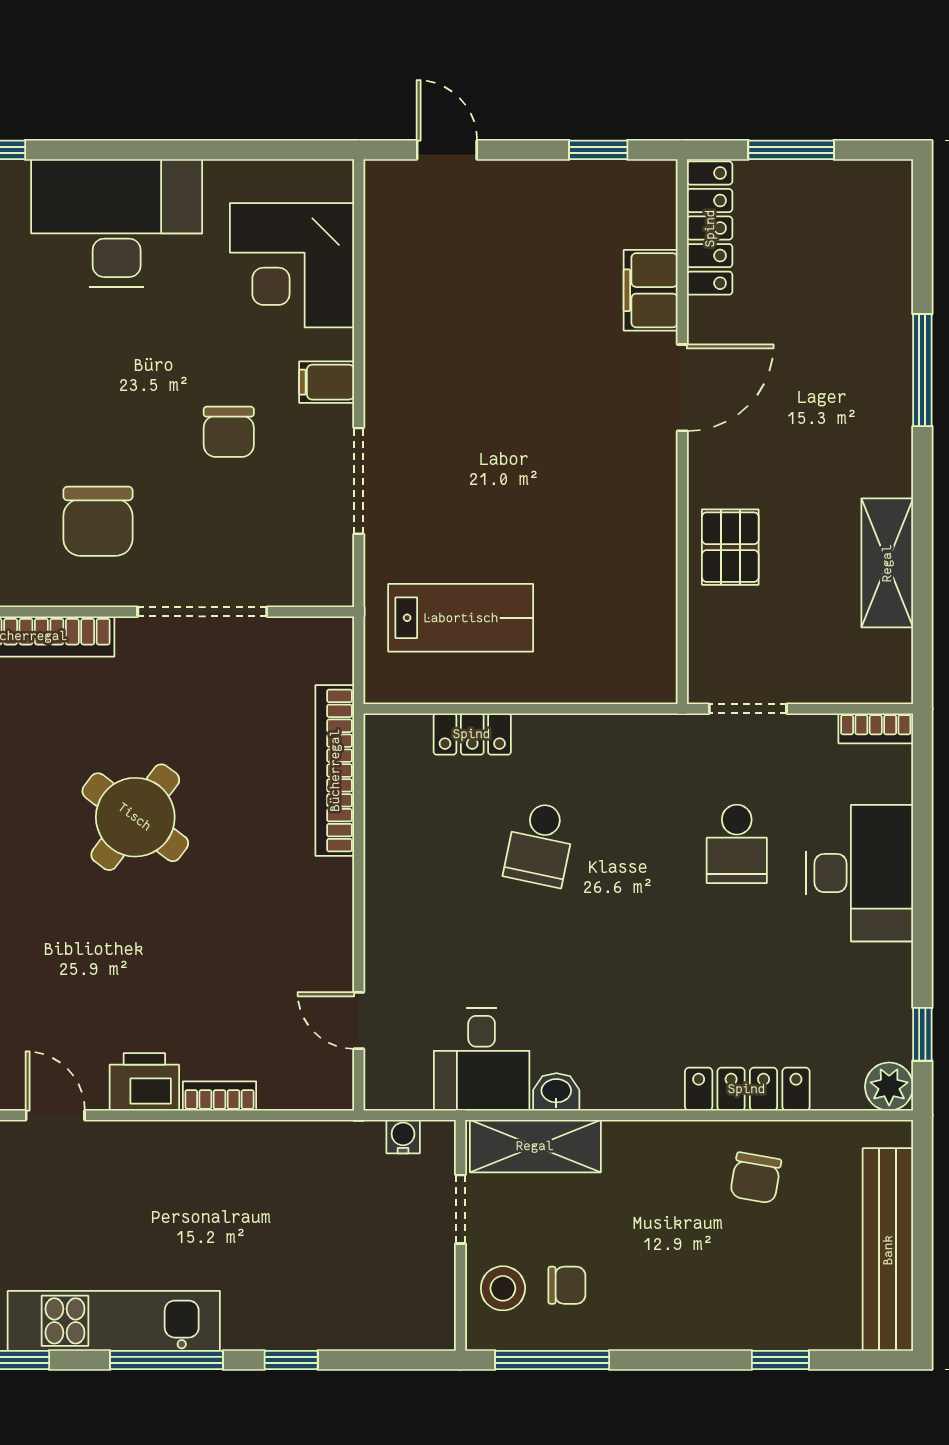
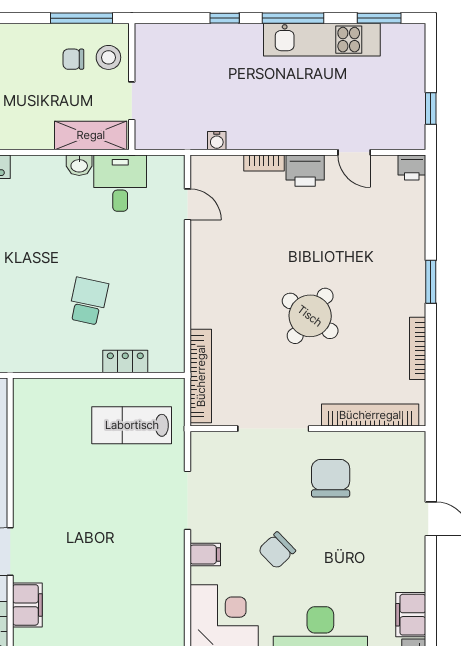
chair: (229, 432) -> (277, 550), moved, turned -134
bookcase: (335, 770) -> (201, 376), moved
water cooler: (403, 1137) -> (217, 141), moved

